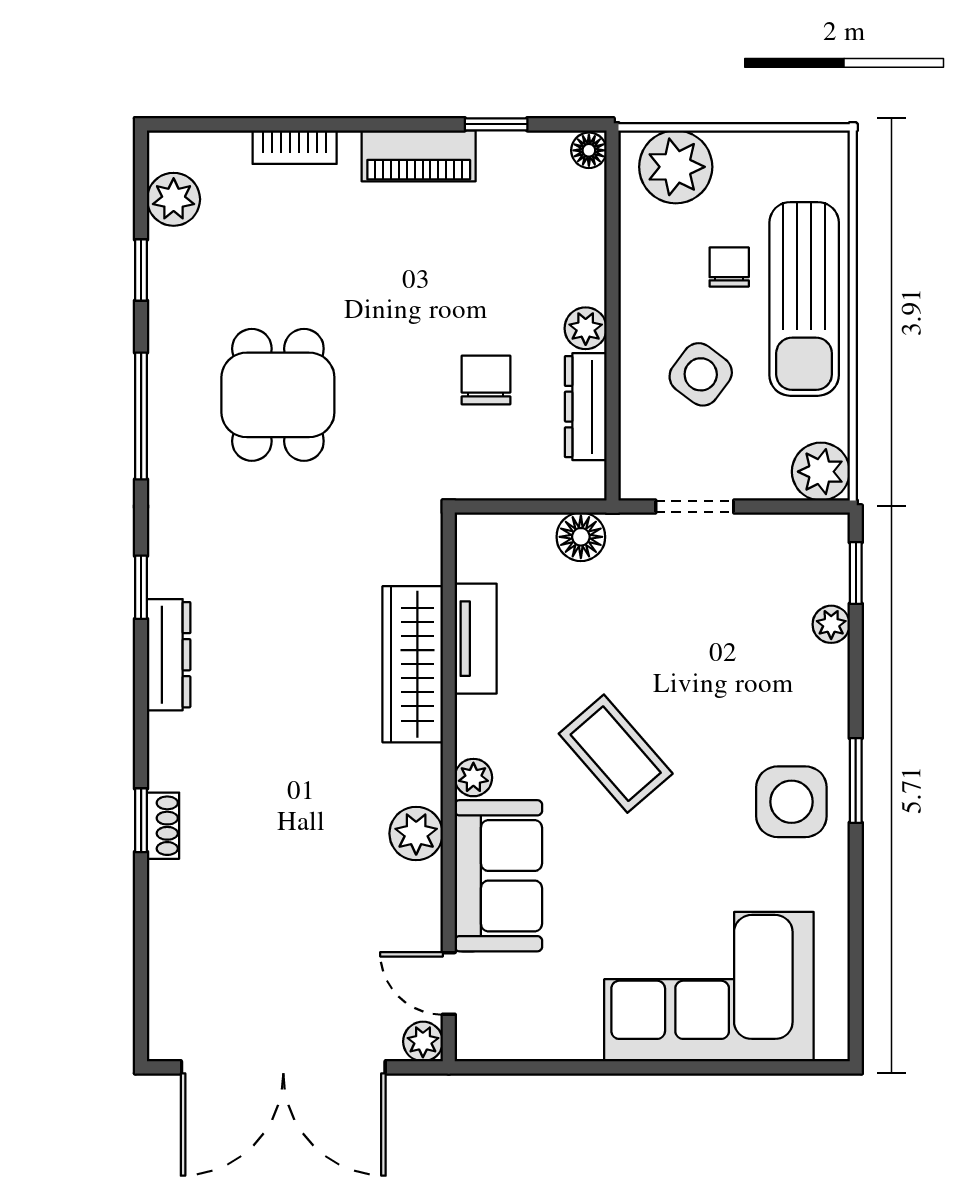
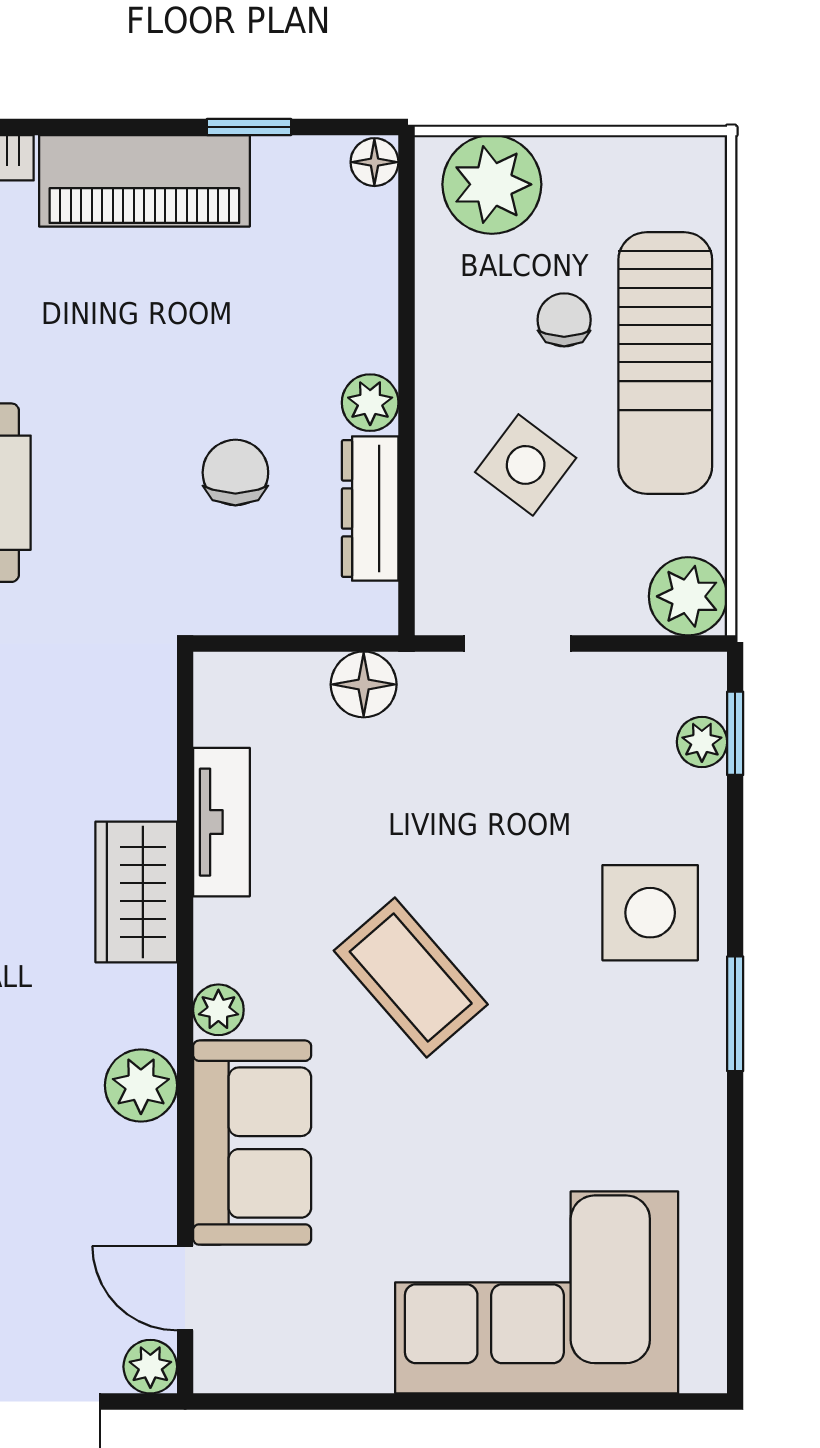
piano: (419, 156) -> (144, 181), width x1.37, depth x1.33
plant: (831, 624) -> (702, 742), moved
wardrobe: (413, 664) -> (136, 892), width x0.67
side table: (791, 802) -> (650, 913), moved

